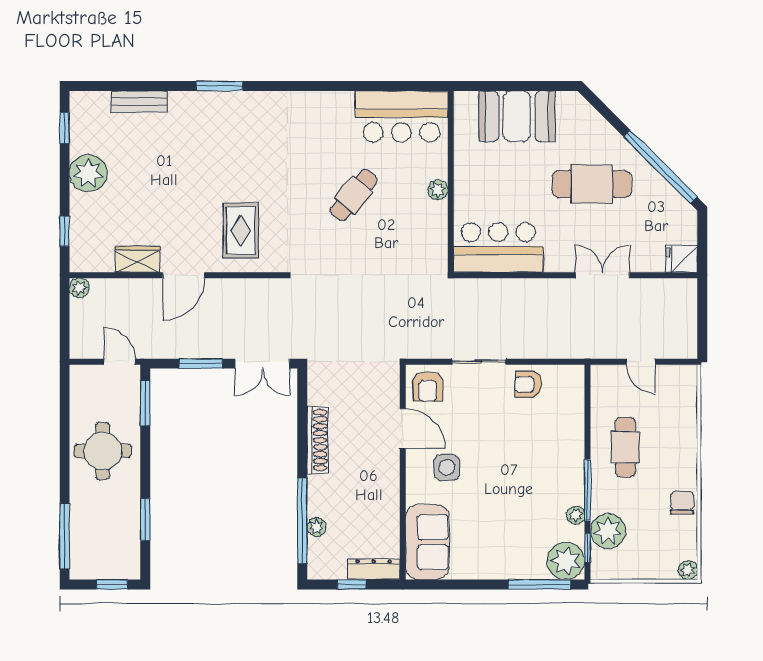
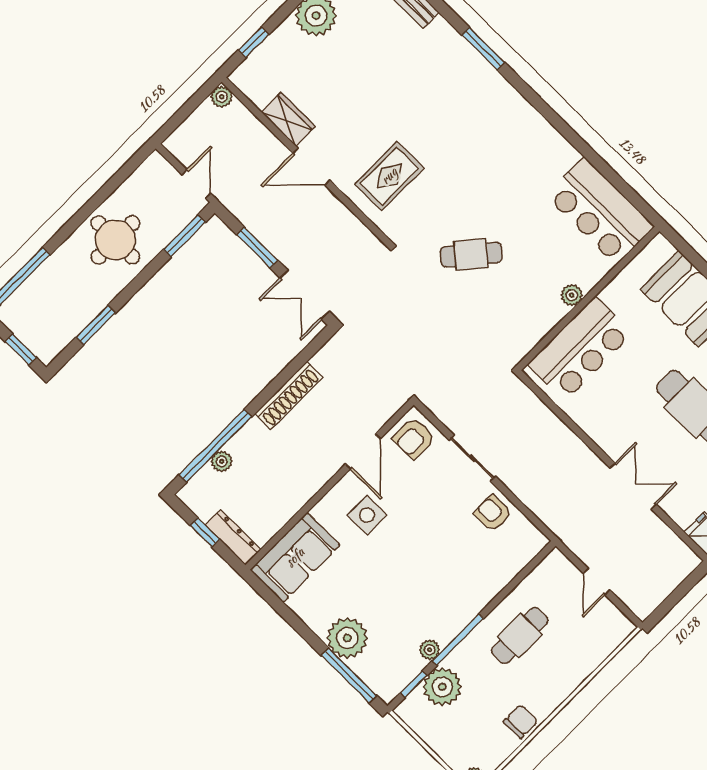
cafe table: (354, 195) -> (471, 255), moved
bar counter: (498, 247) -> (580, 349), moved, turned 90
plant: (566, 561) -> (347, 638), moved

